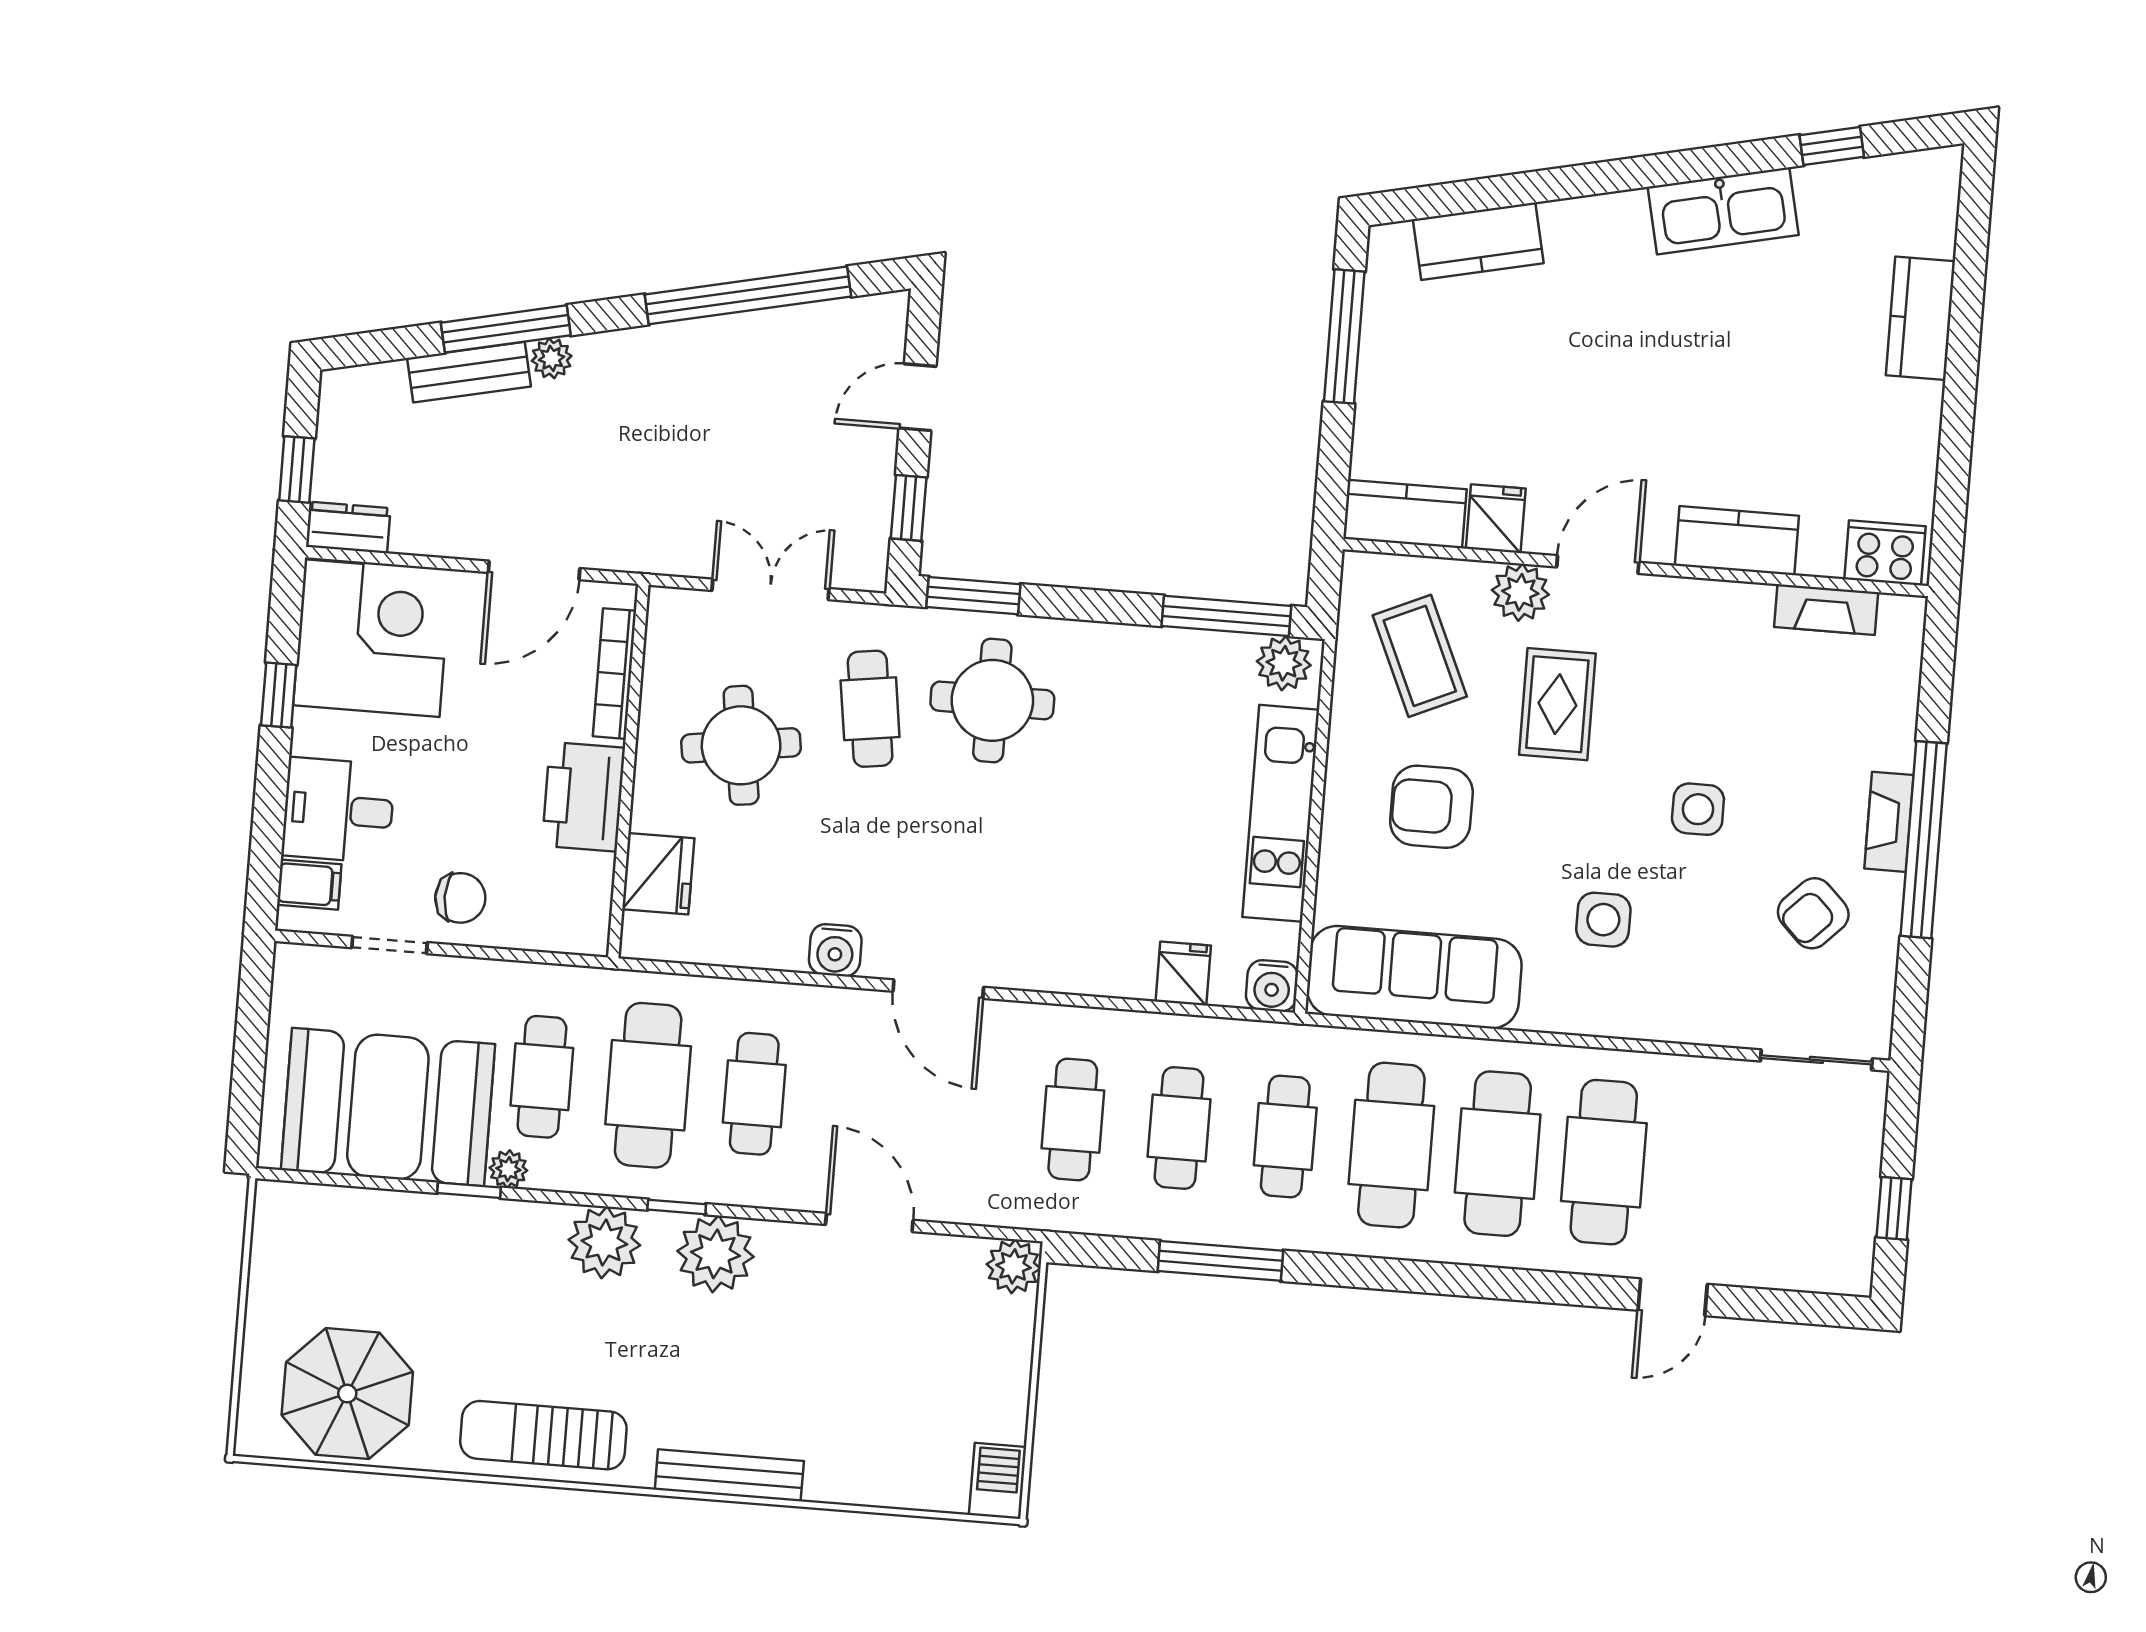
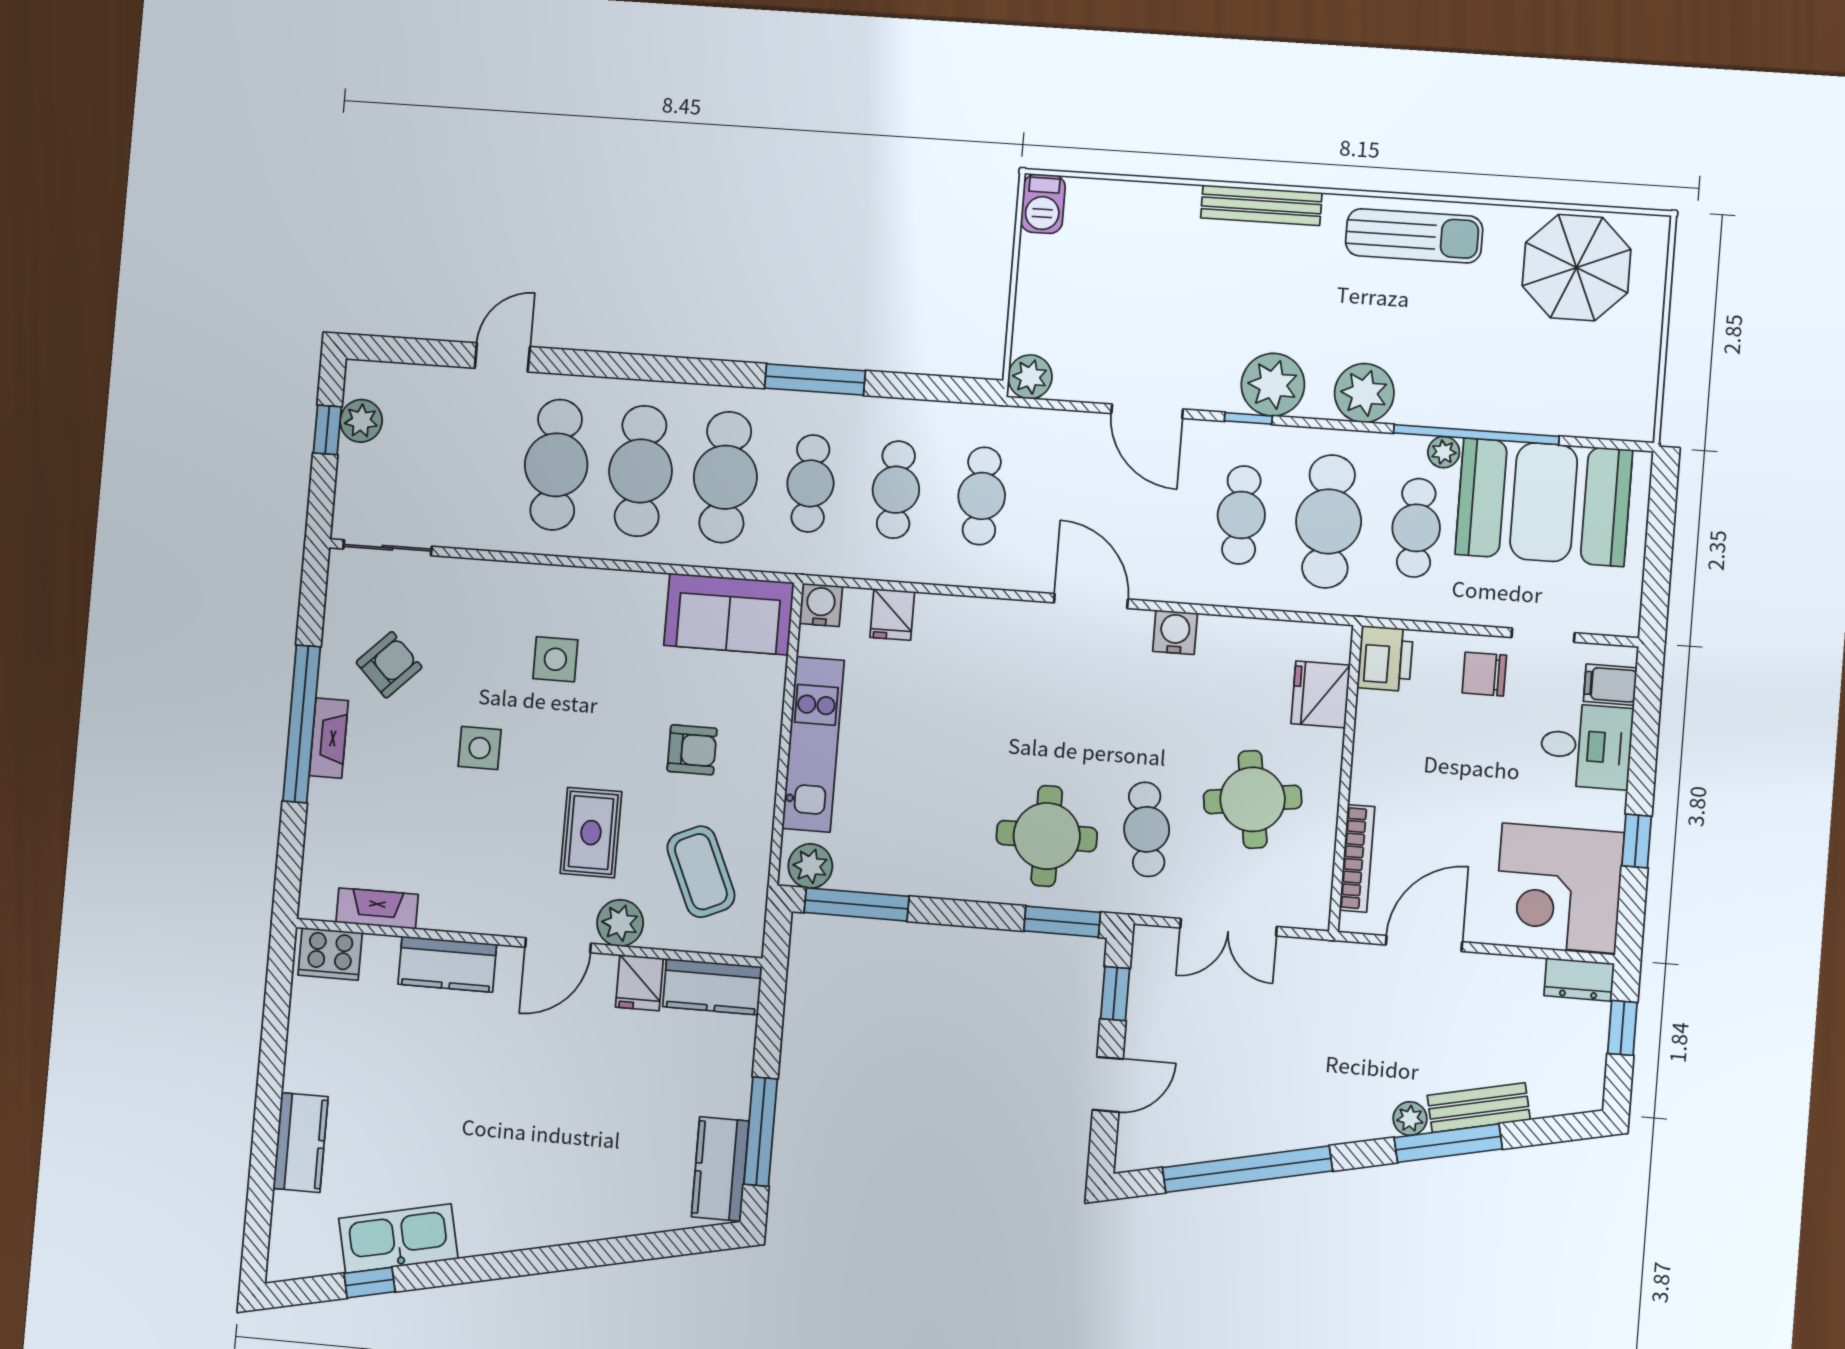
kitchen sink: (1723, 211) -> (398, 1238), moved
kitchen counter: (1478, 241) -> (720, 1169), moved, turned -78
printer: (583, 797) -> (1385, 659), moved, width x0.73, depth x0.84
armchair: (1431, 807) -> (692, 750), width x0.72, depth x0.72
sofa: (1414, 977) -> (729, 614), width x0.73
window: (469, 1190) -> (1476, 435), width x3.17
window: (677, 1207) -> (1248, 418), moved
plant: (1851, 1219) -> (361, 421), added
window: (1220, 1261) -> (815, 380), moved

